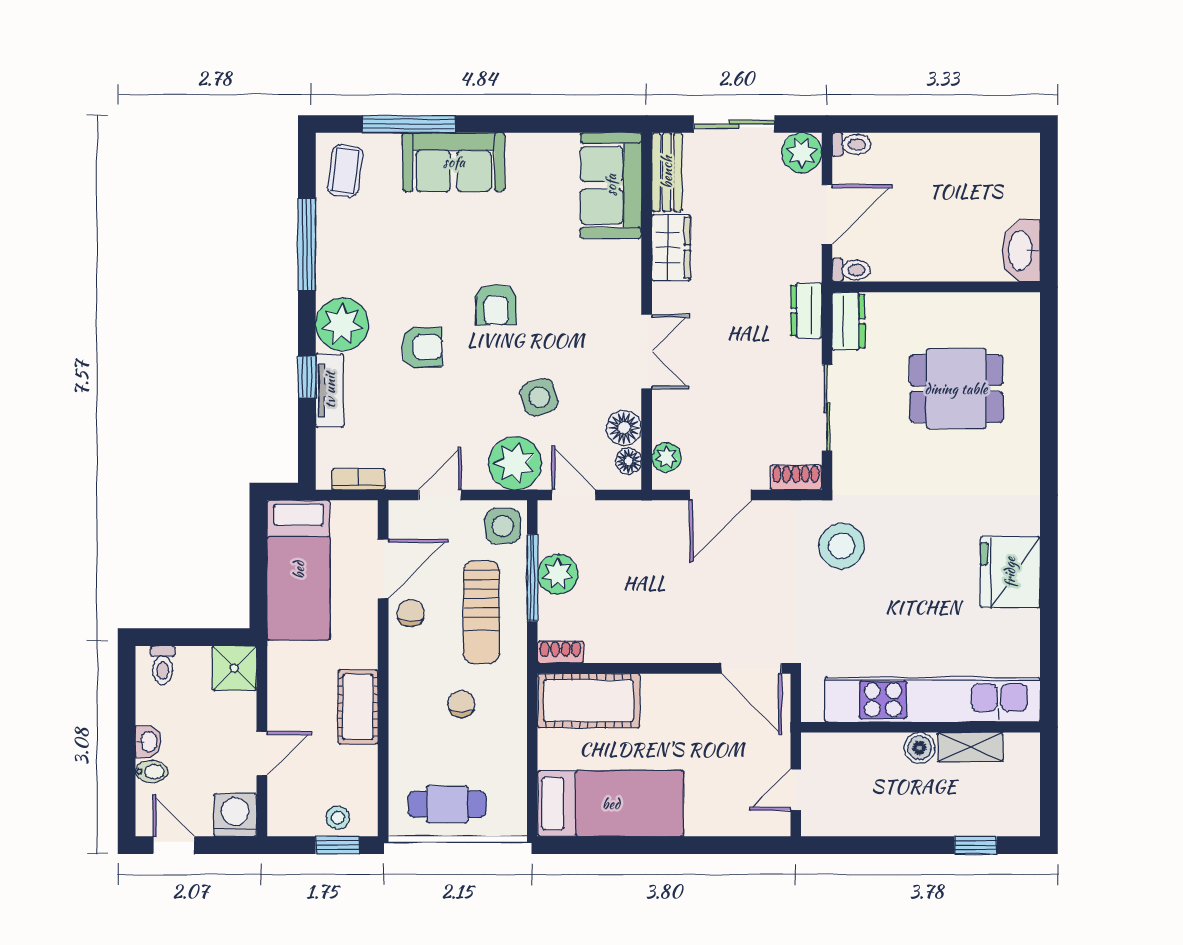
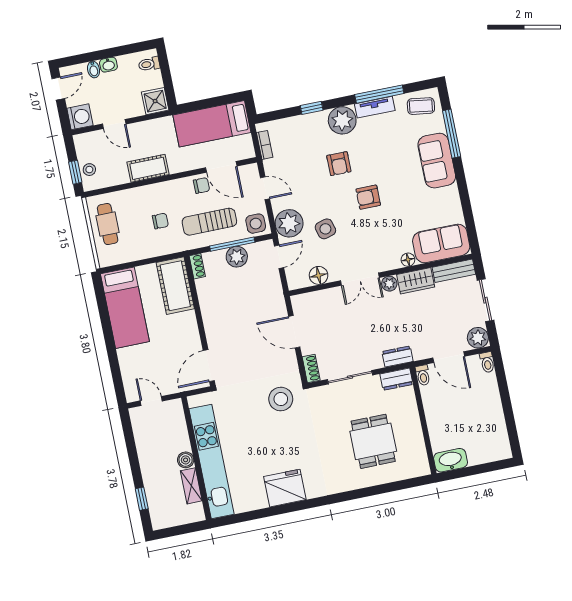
tv unit: (330, 390) -> (375, 107), moved
plant: (666, 457) -> (389, 284), moved
floor lamp: (629, 461) -> (408, 260), moved

